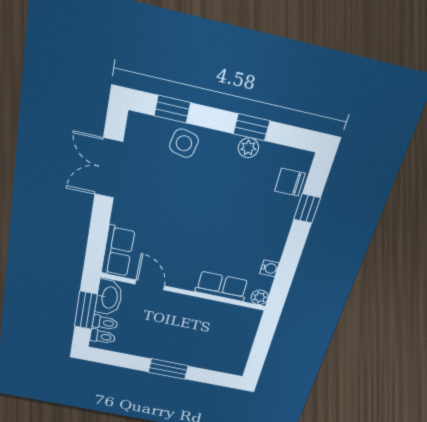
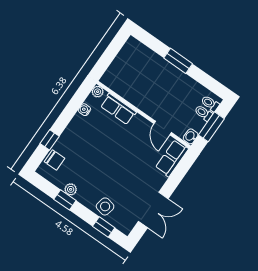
washbasin: (109, 297) -> (191, 136), width x0.52, depth x0.69

